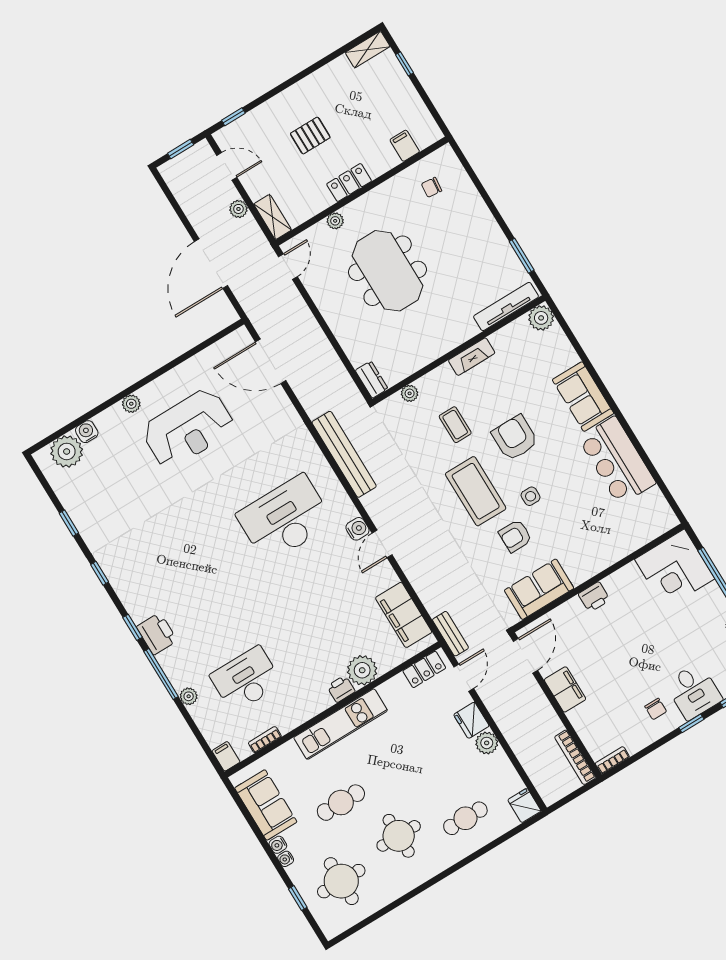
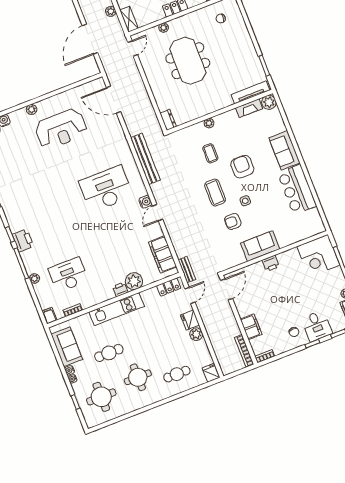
fireplace: (472, 357) -> (249, 108), moved
plant: (410, 393) -> (209, 123), moved
coffee table: (476, 491) -> (215, 192), width x0.73, depth x0.76
sofa: (539, 589) -> (260, 246), moved
filing cabinet: (565, 689) -> (251, 327), moved

